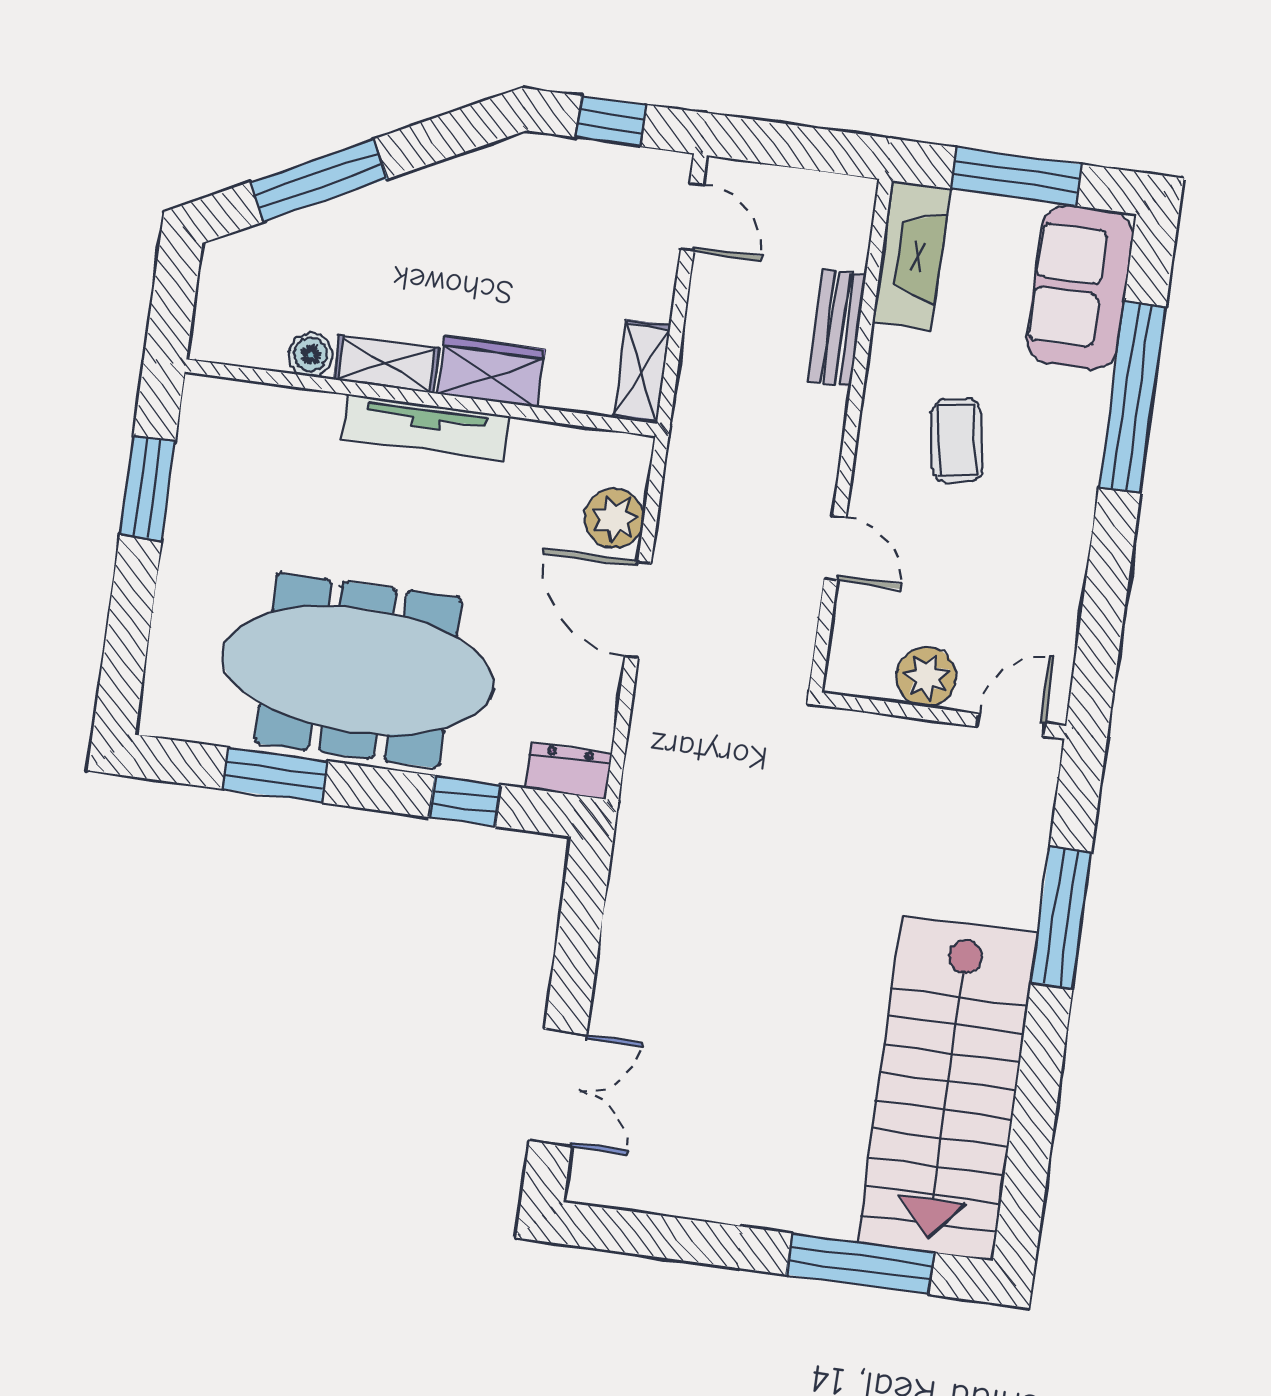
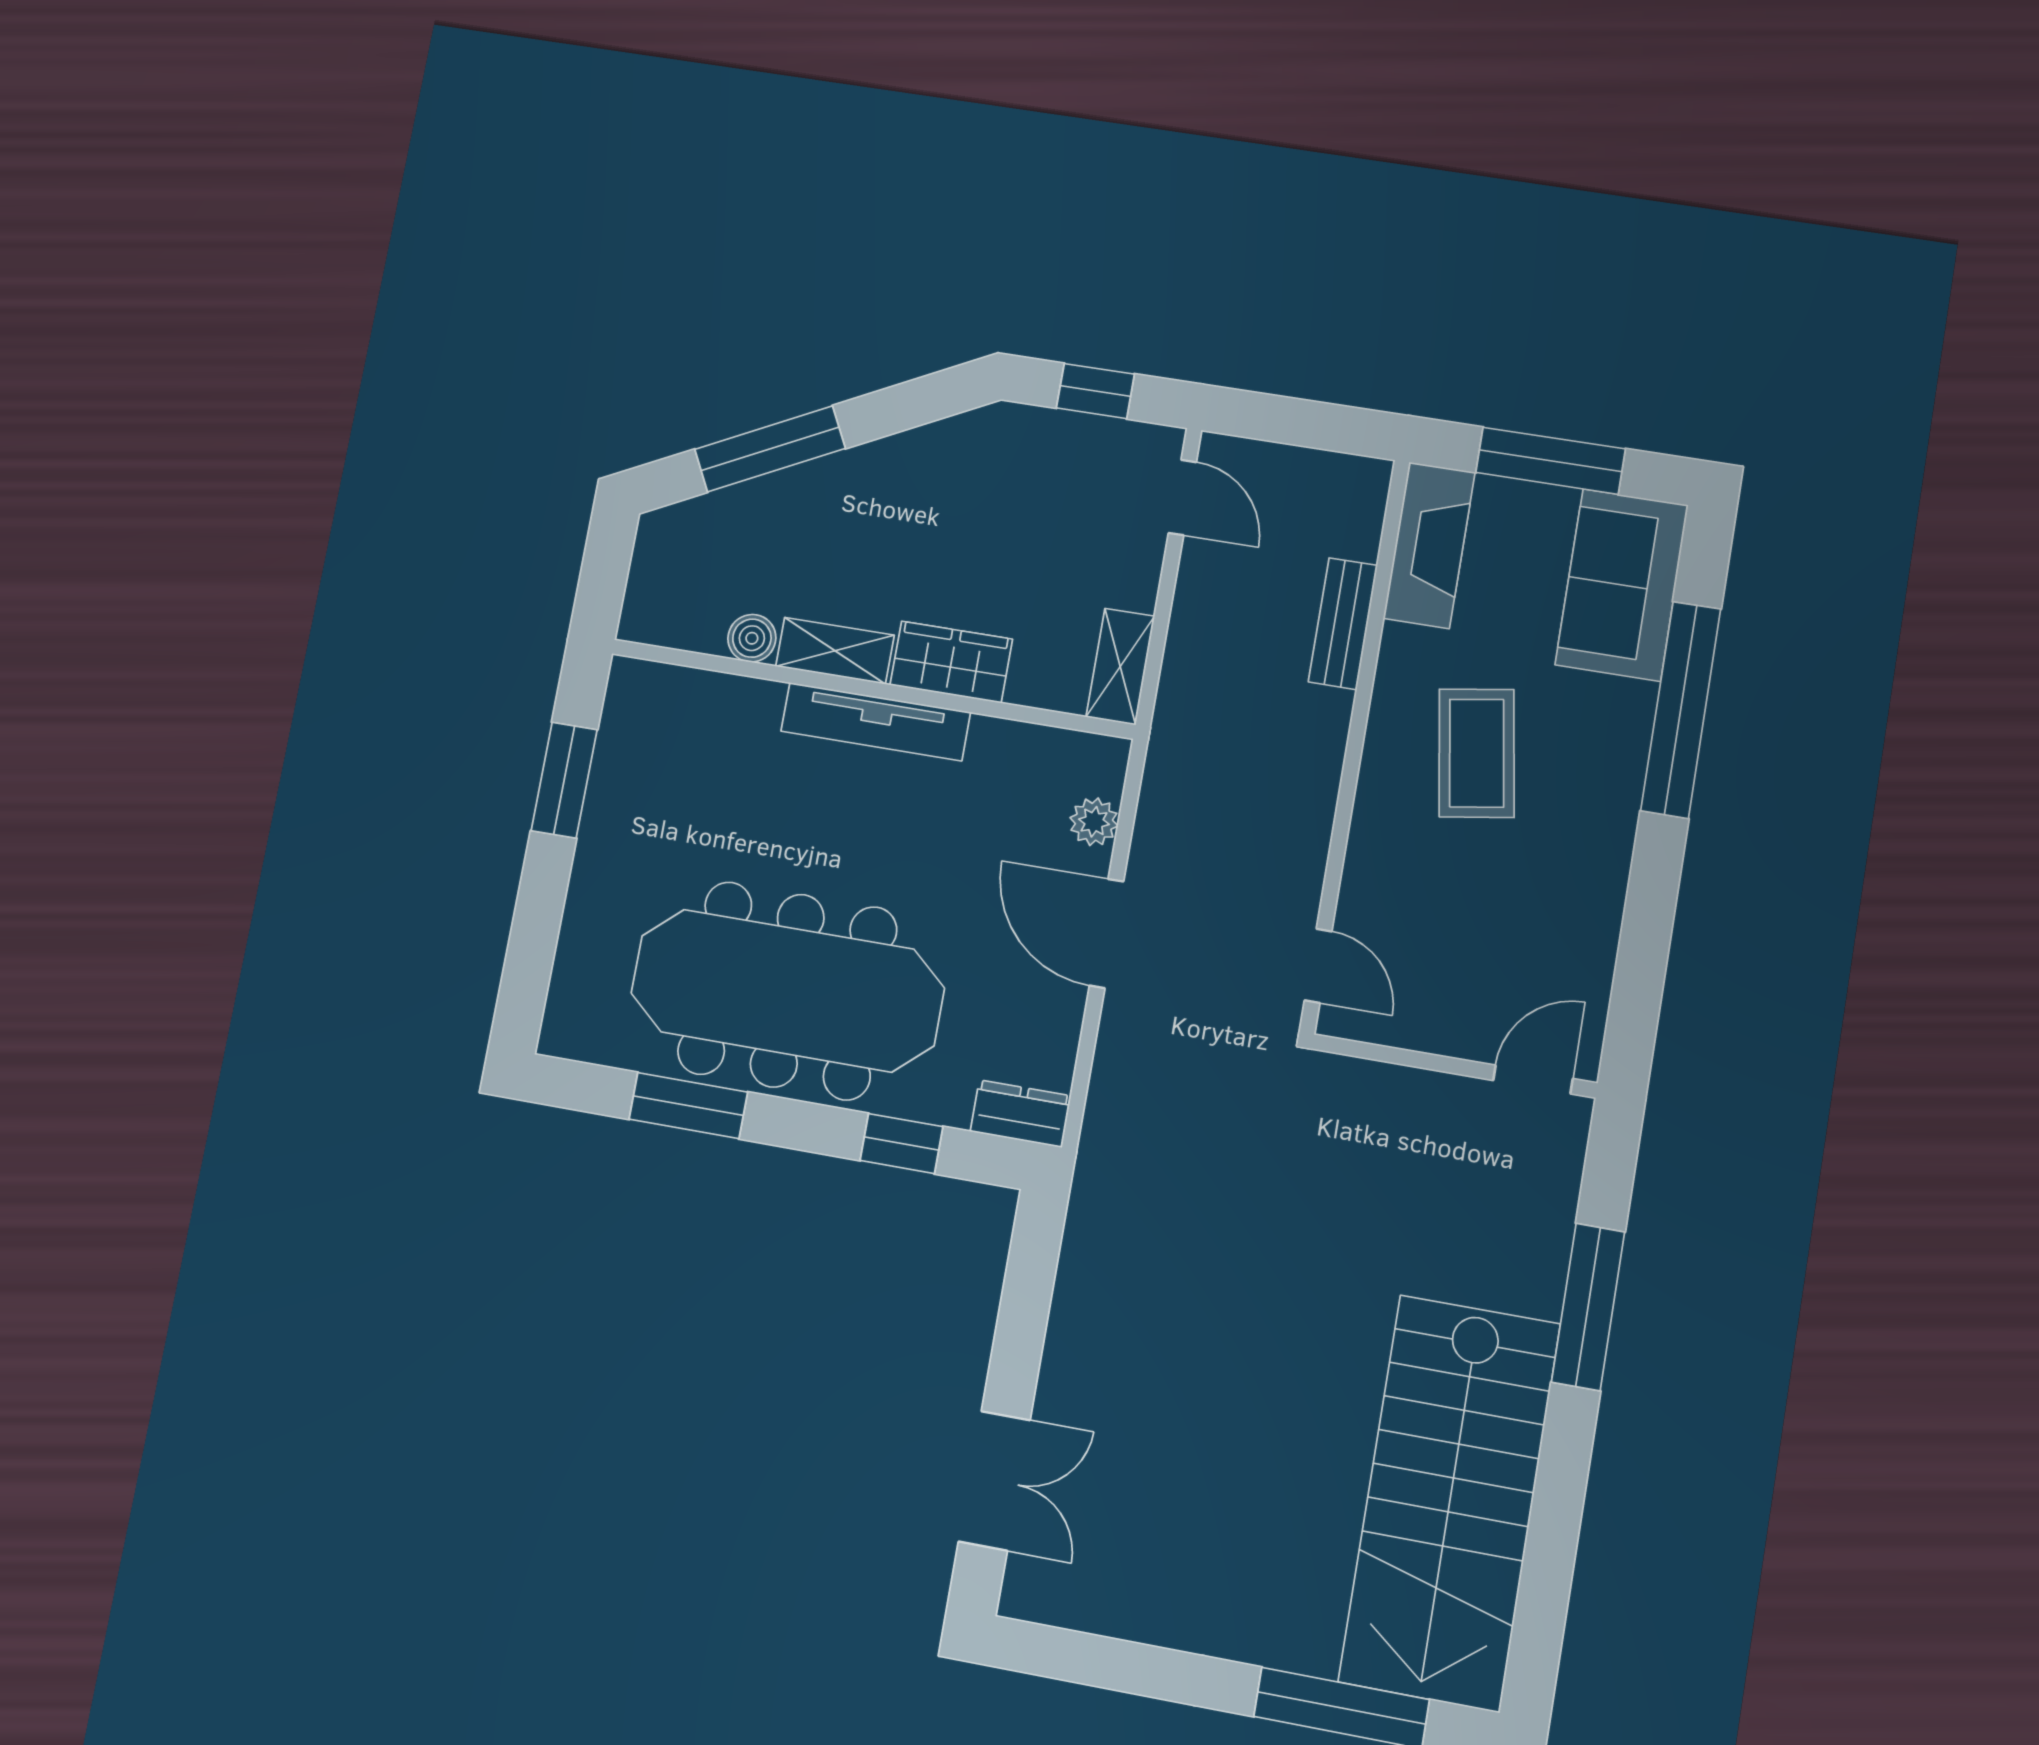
coffee table: (957, 441) -> (1477, 753), width x1.36, depth x1.30
plant: (614, 518) -> (1094, 822), width x0.73, depth x0.73
door: (835, 548) -> (1318, 966), moved
plant: (927, 677) -> (1436, 1021), removed

